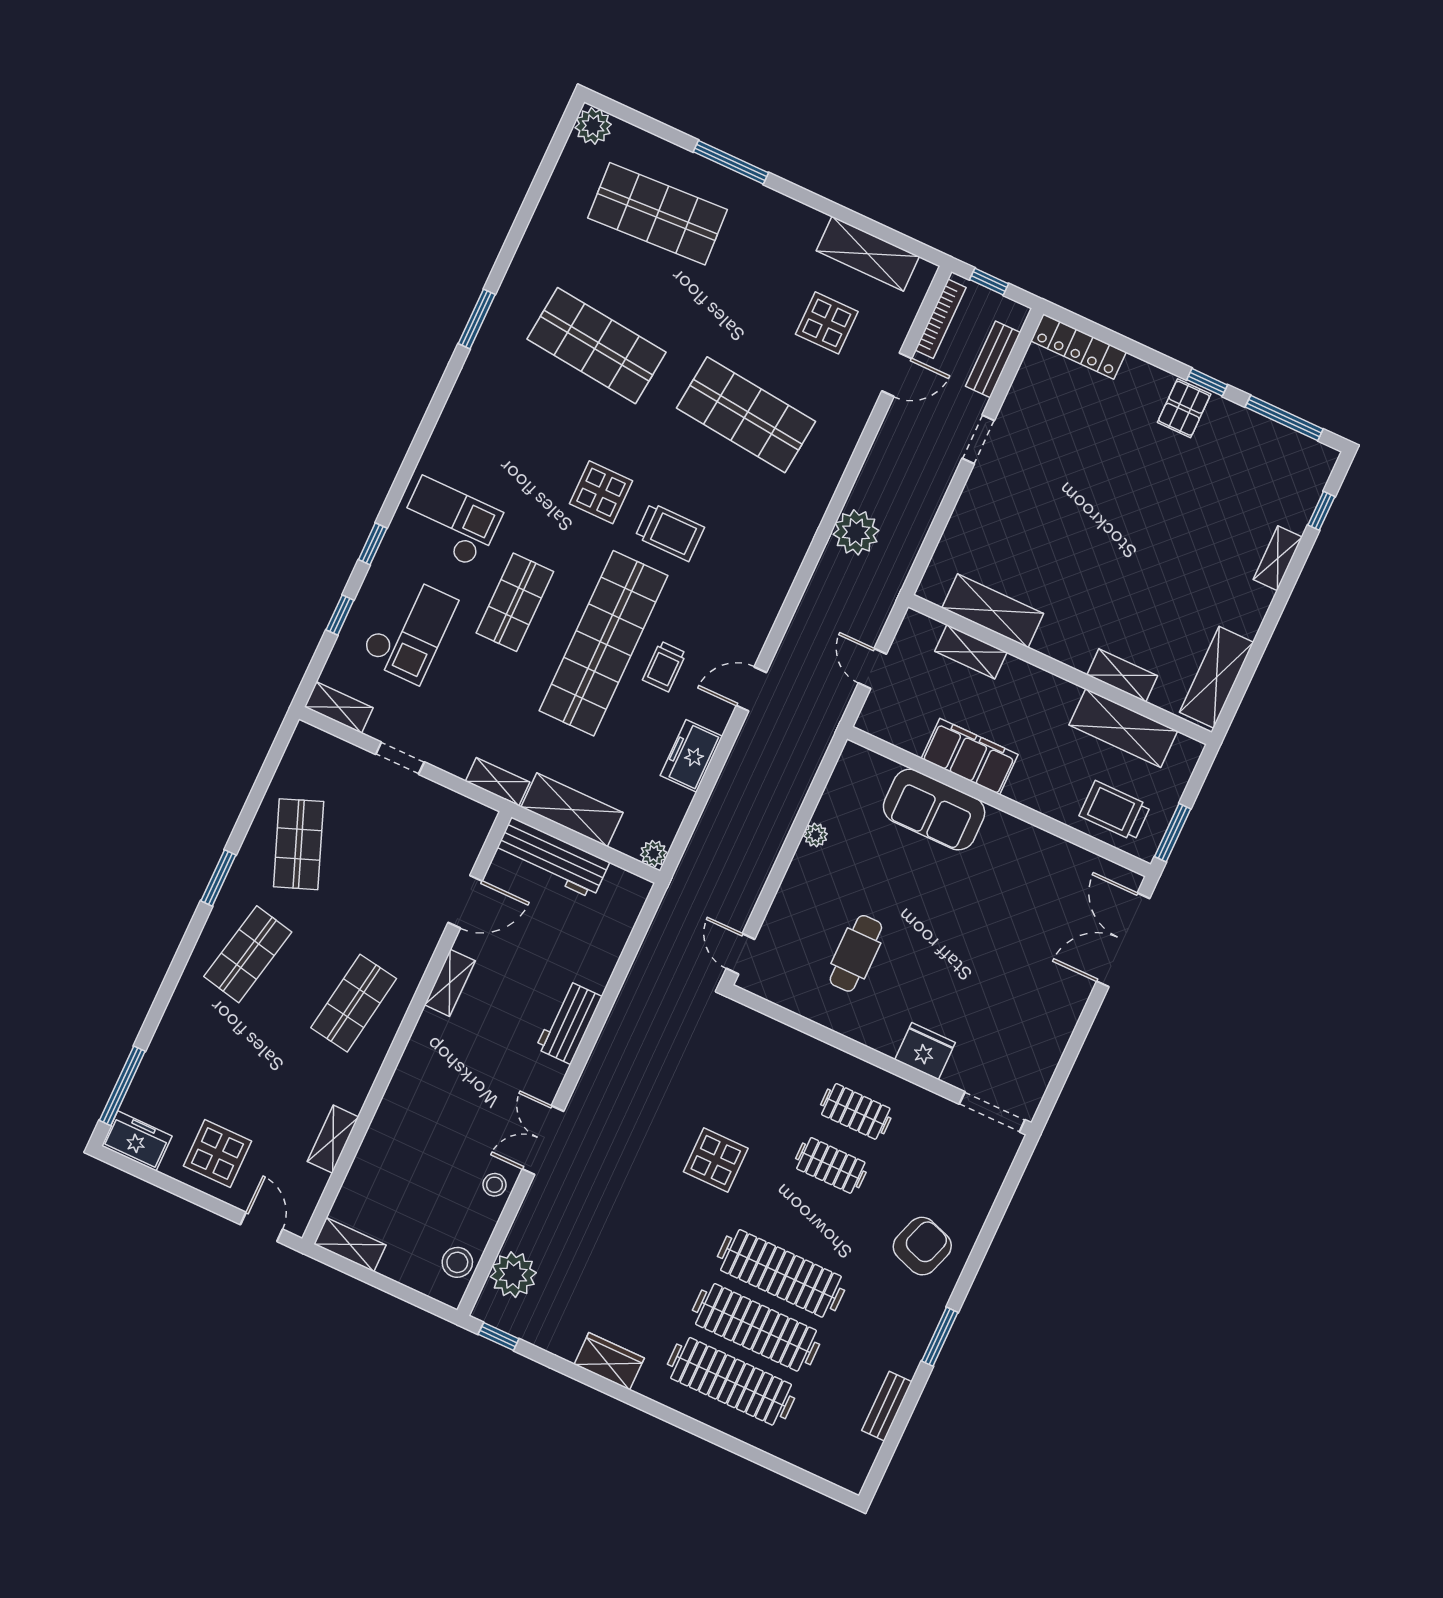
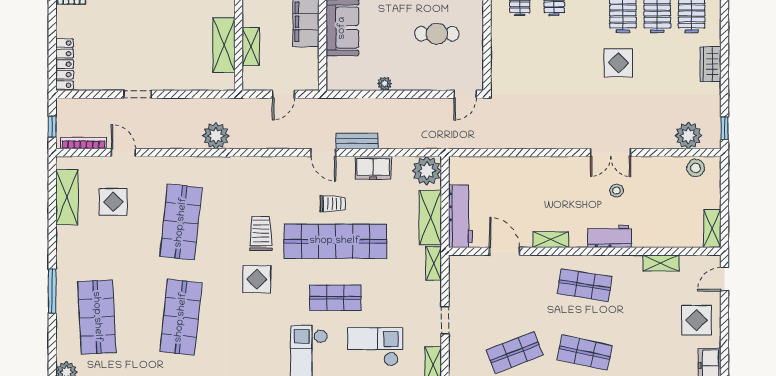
bench: (993, 359) -> (357, 141), moved
plant: (654, 854) -> (427, 171), width x1.88, depth x1.88
workbench: (569, 1022) -> (610, 236), moved, turned 180
display table: (716, 1160) -> (618, 63), moved
stool: (495, 1185) -> (616, 191), moved

